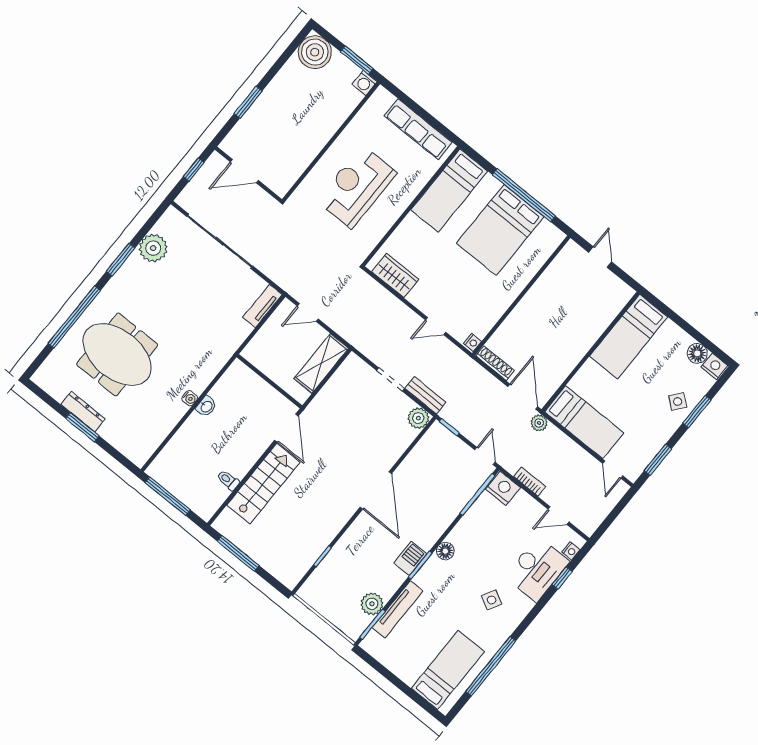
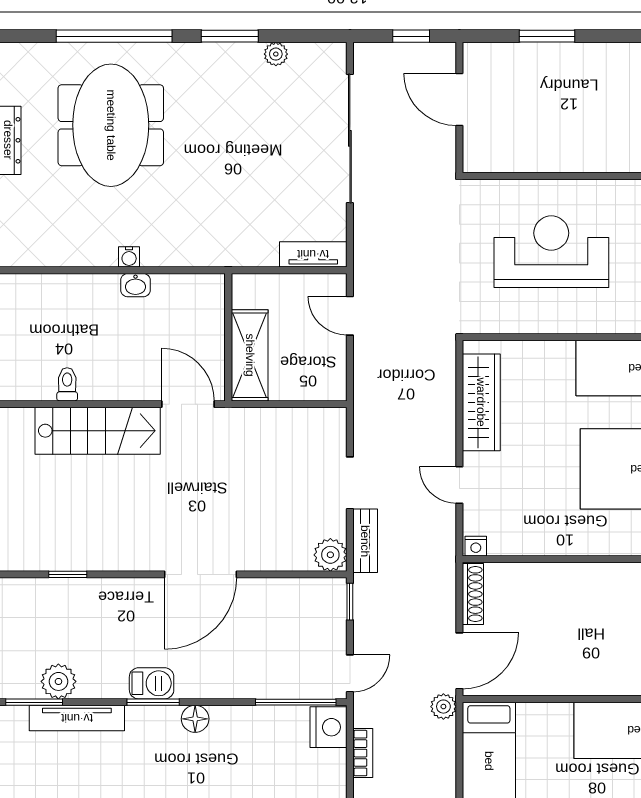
plant: (153, 248) -> (276, 54), width x0.53, depth x0.53
wardrobe: (395, 276) -> (481, 402), width x1.50
shelving: (321, 363) -> (250, 355), moved, turned 90
door: (286, 428) -> (188, 404), swing flipped

